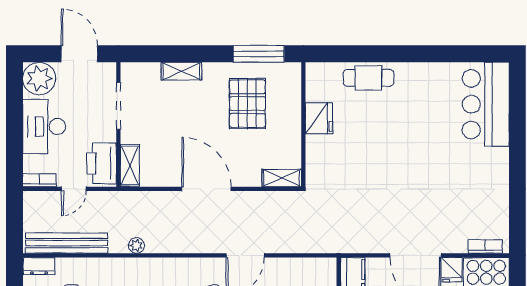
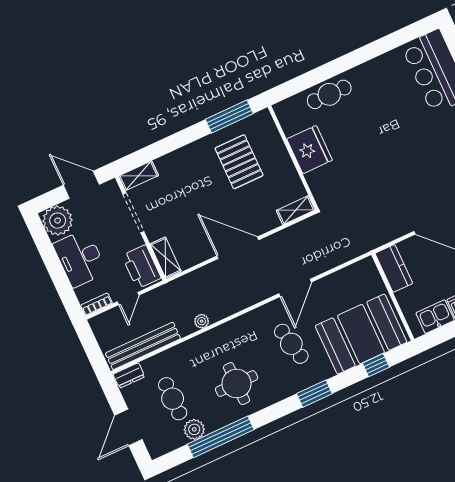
shelving: (181, 71) -> (139, 176), moved
fridge: (319, 118) -> (310, 150), width x1.36, depth x1.34

